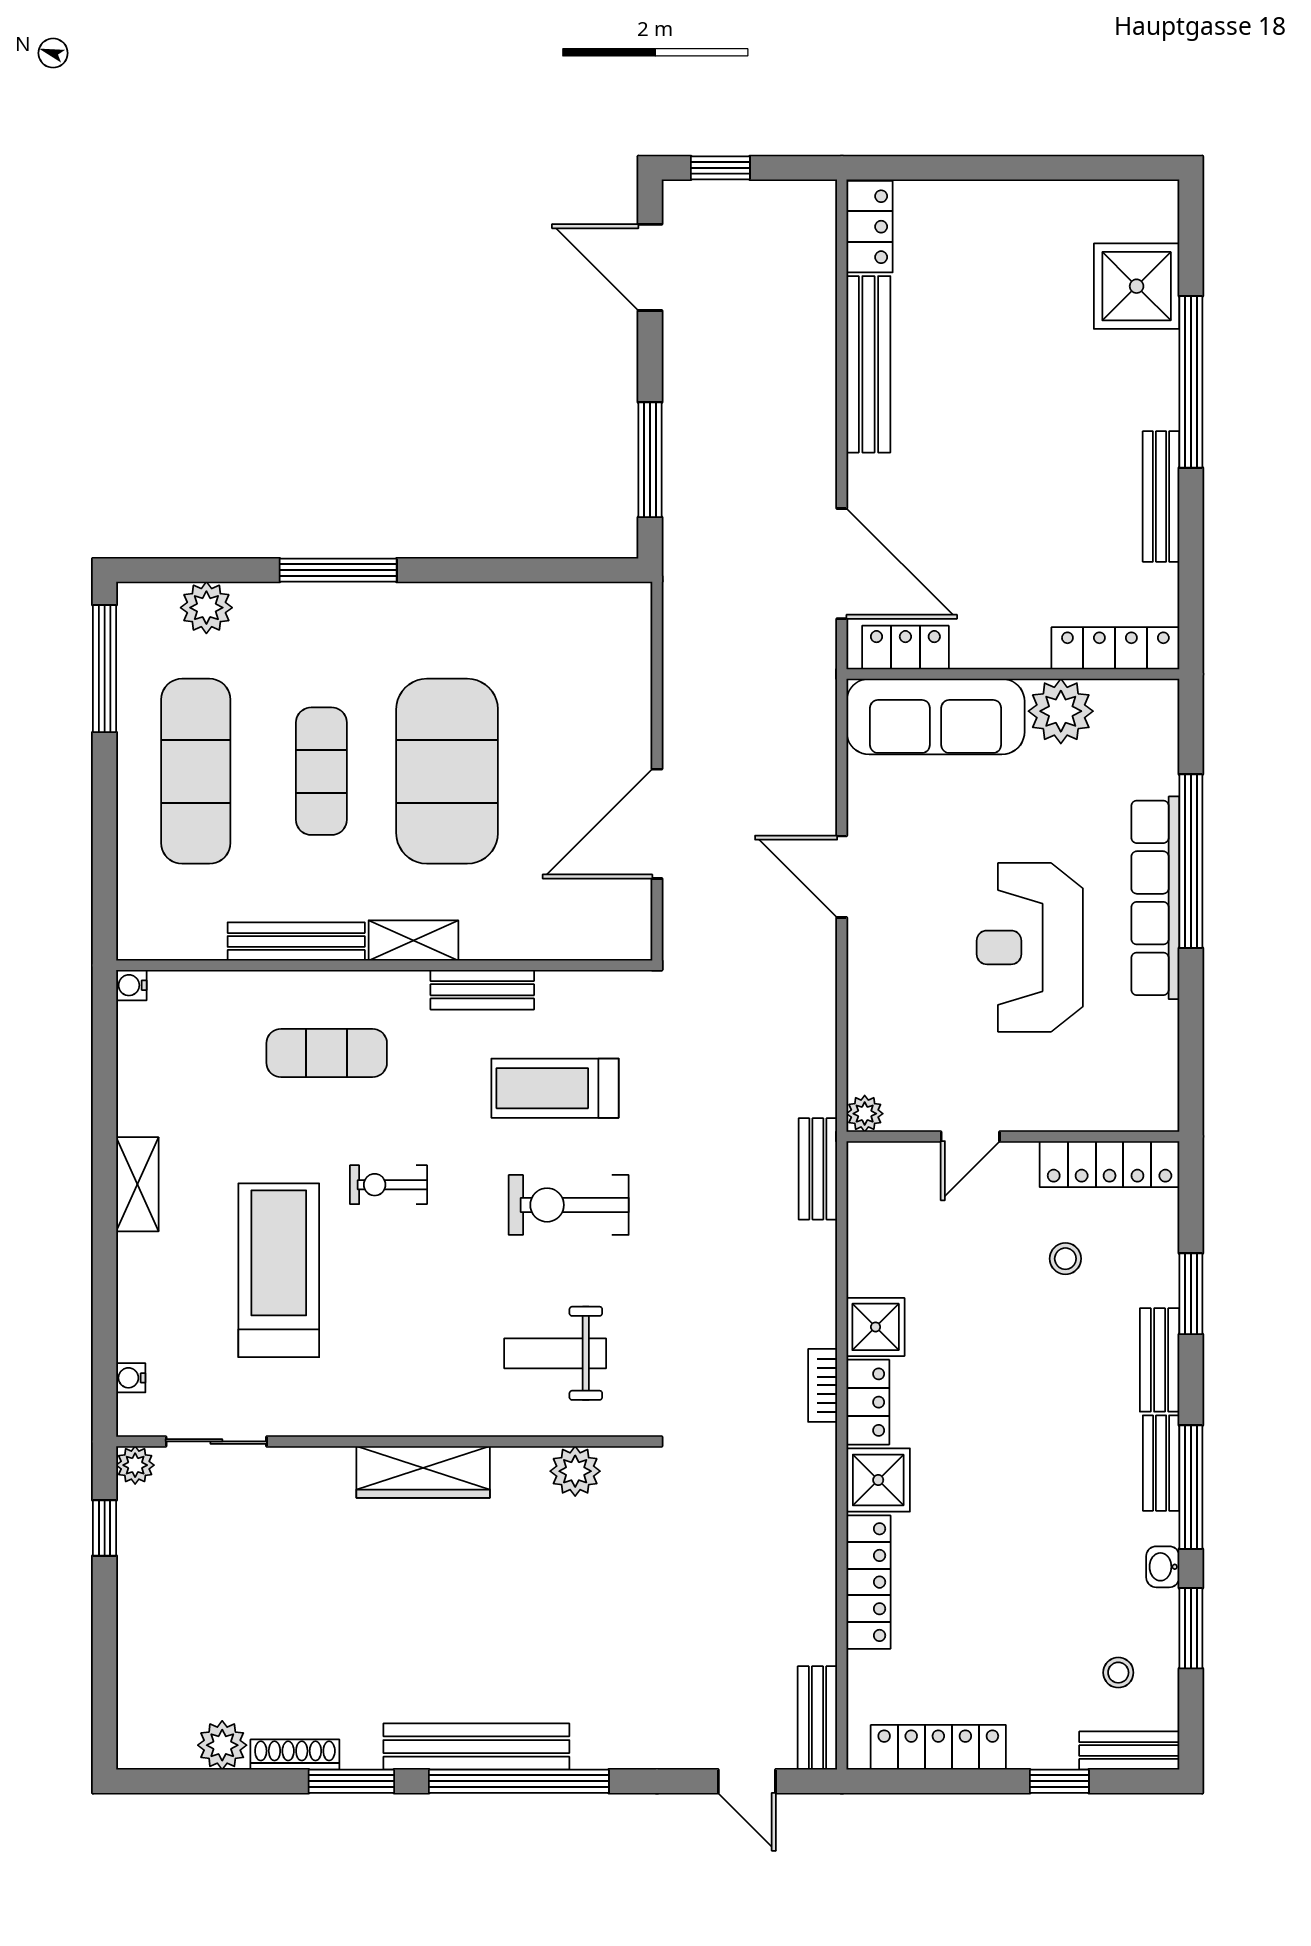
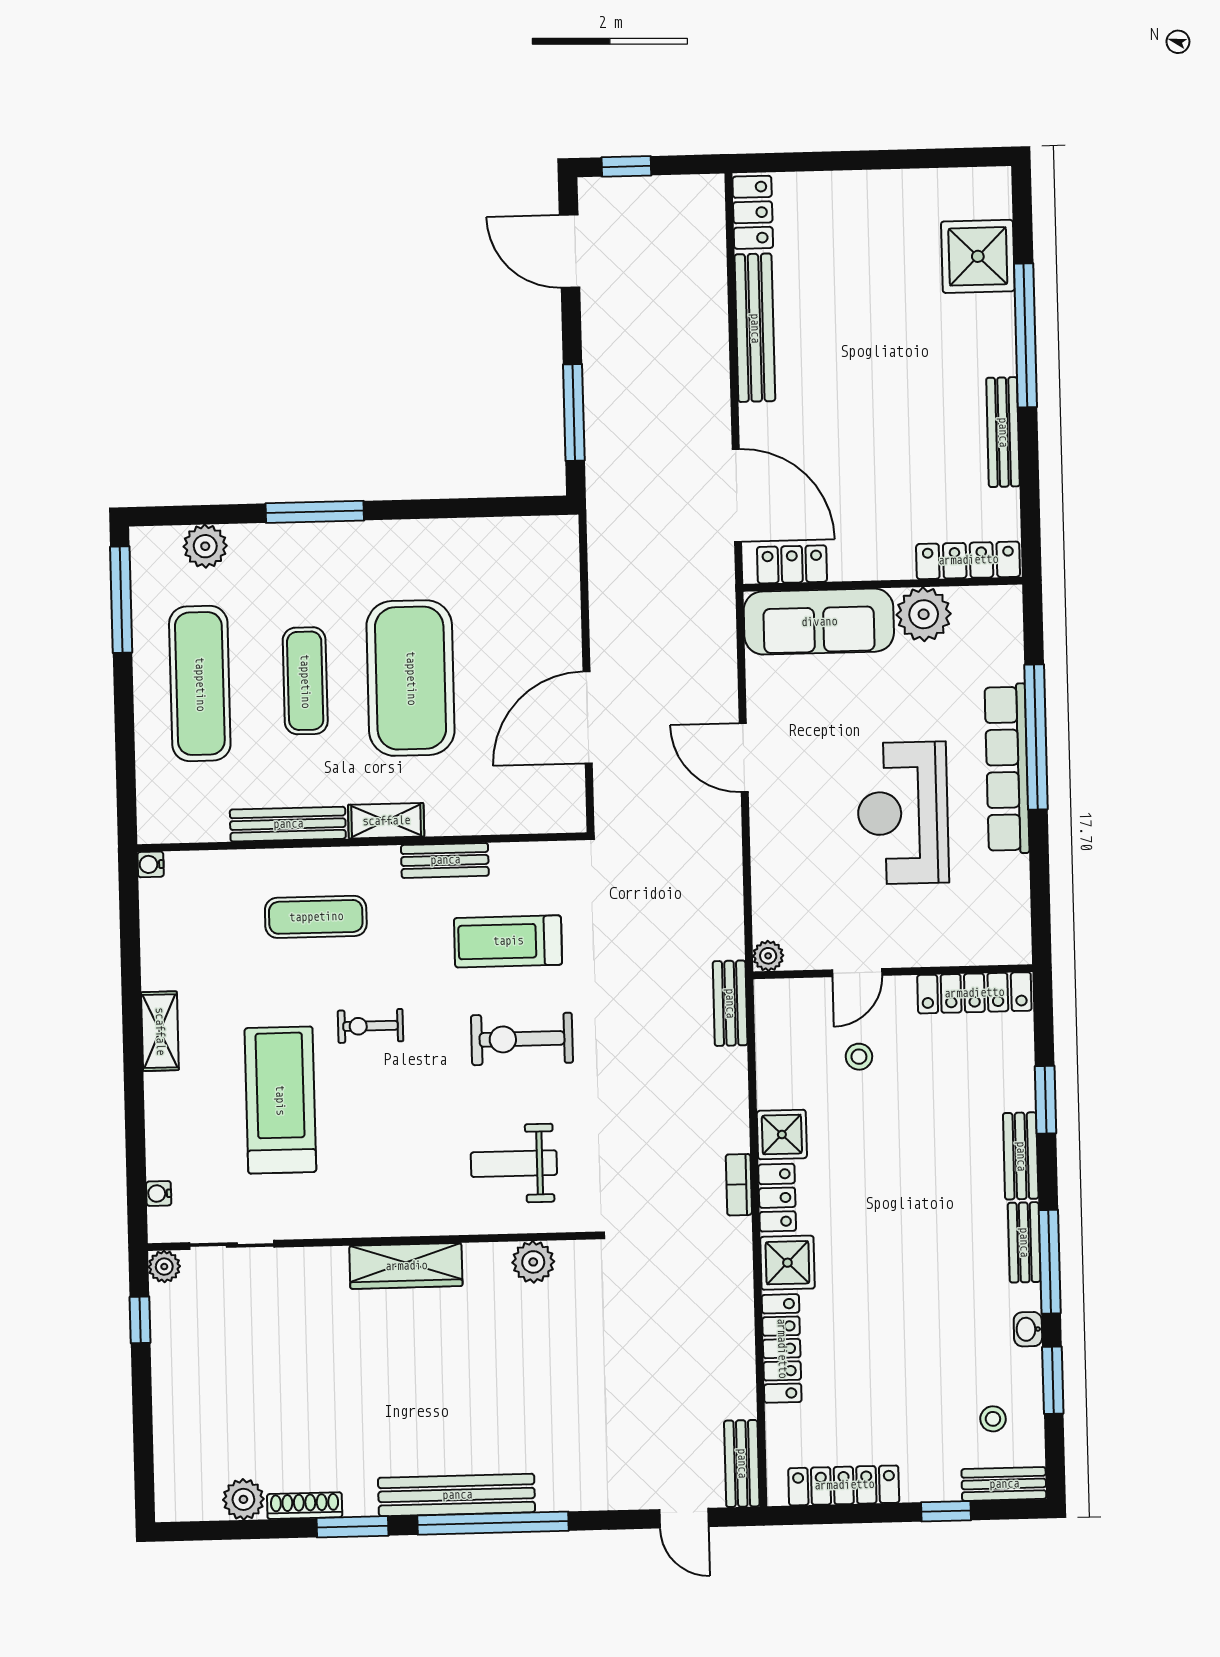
stool: (1065, 1259) -> (859, 1057), moved

